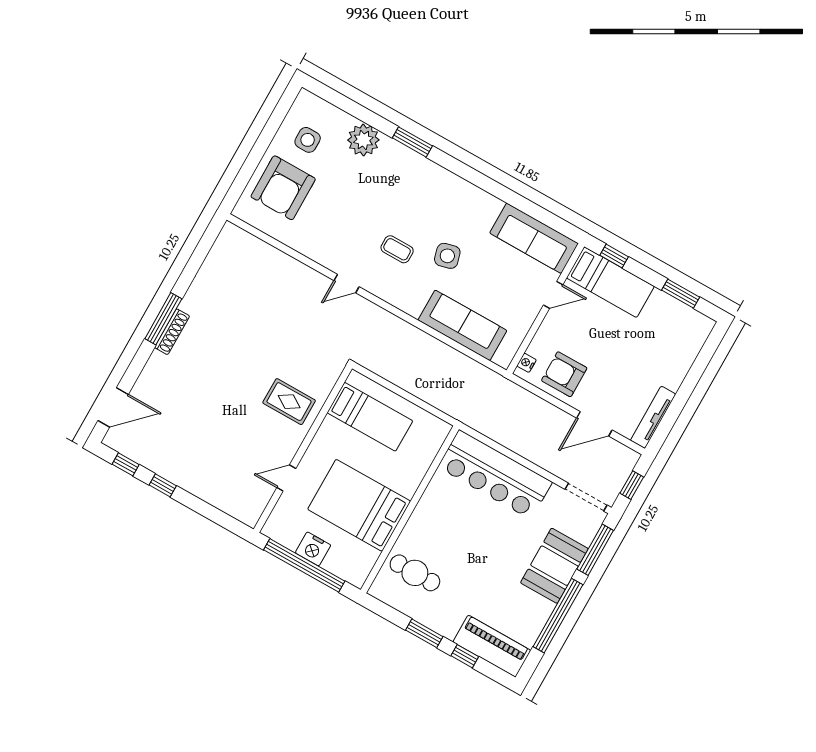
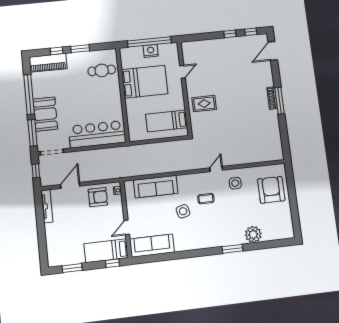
side table: (308, 140) -> (235, 183), moved

